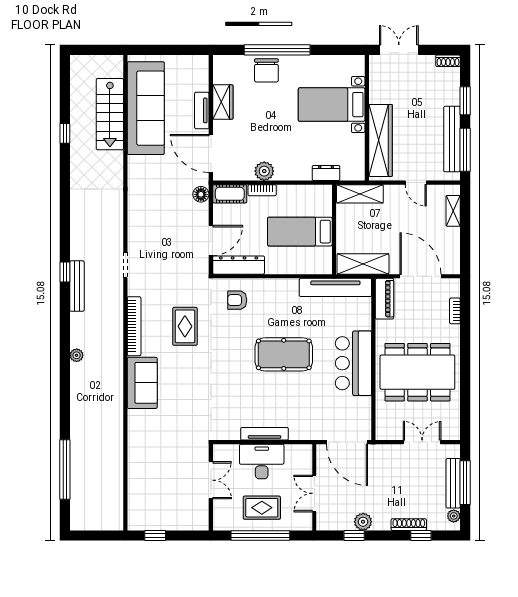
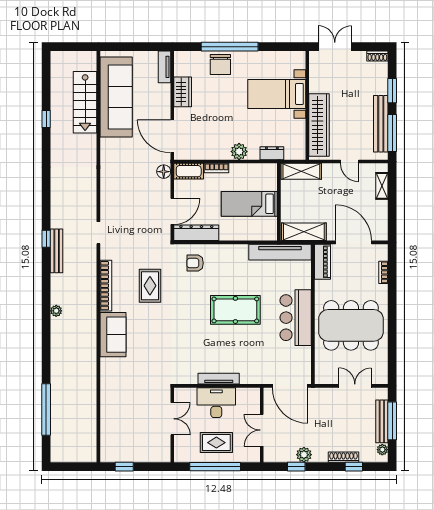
tv unit: (202, 110) -> (164, 67), moved
plant: (264, 171) -> (239, 152), moved

